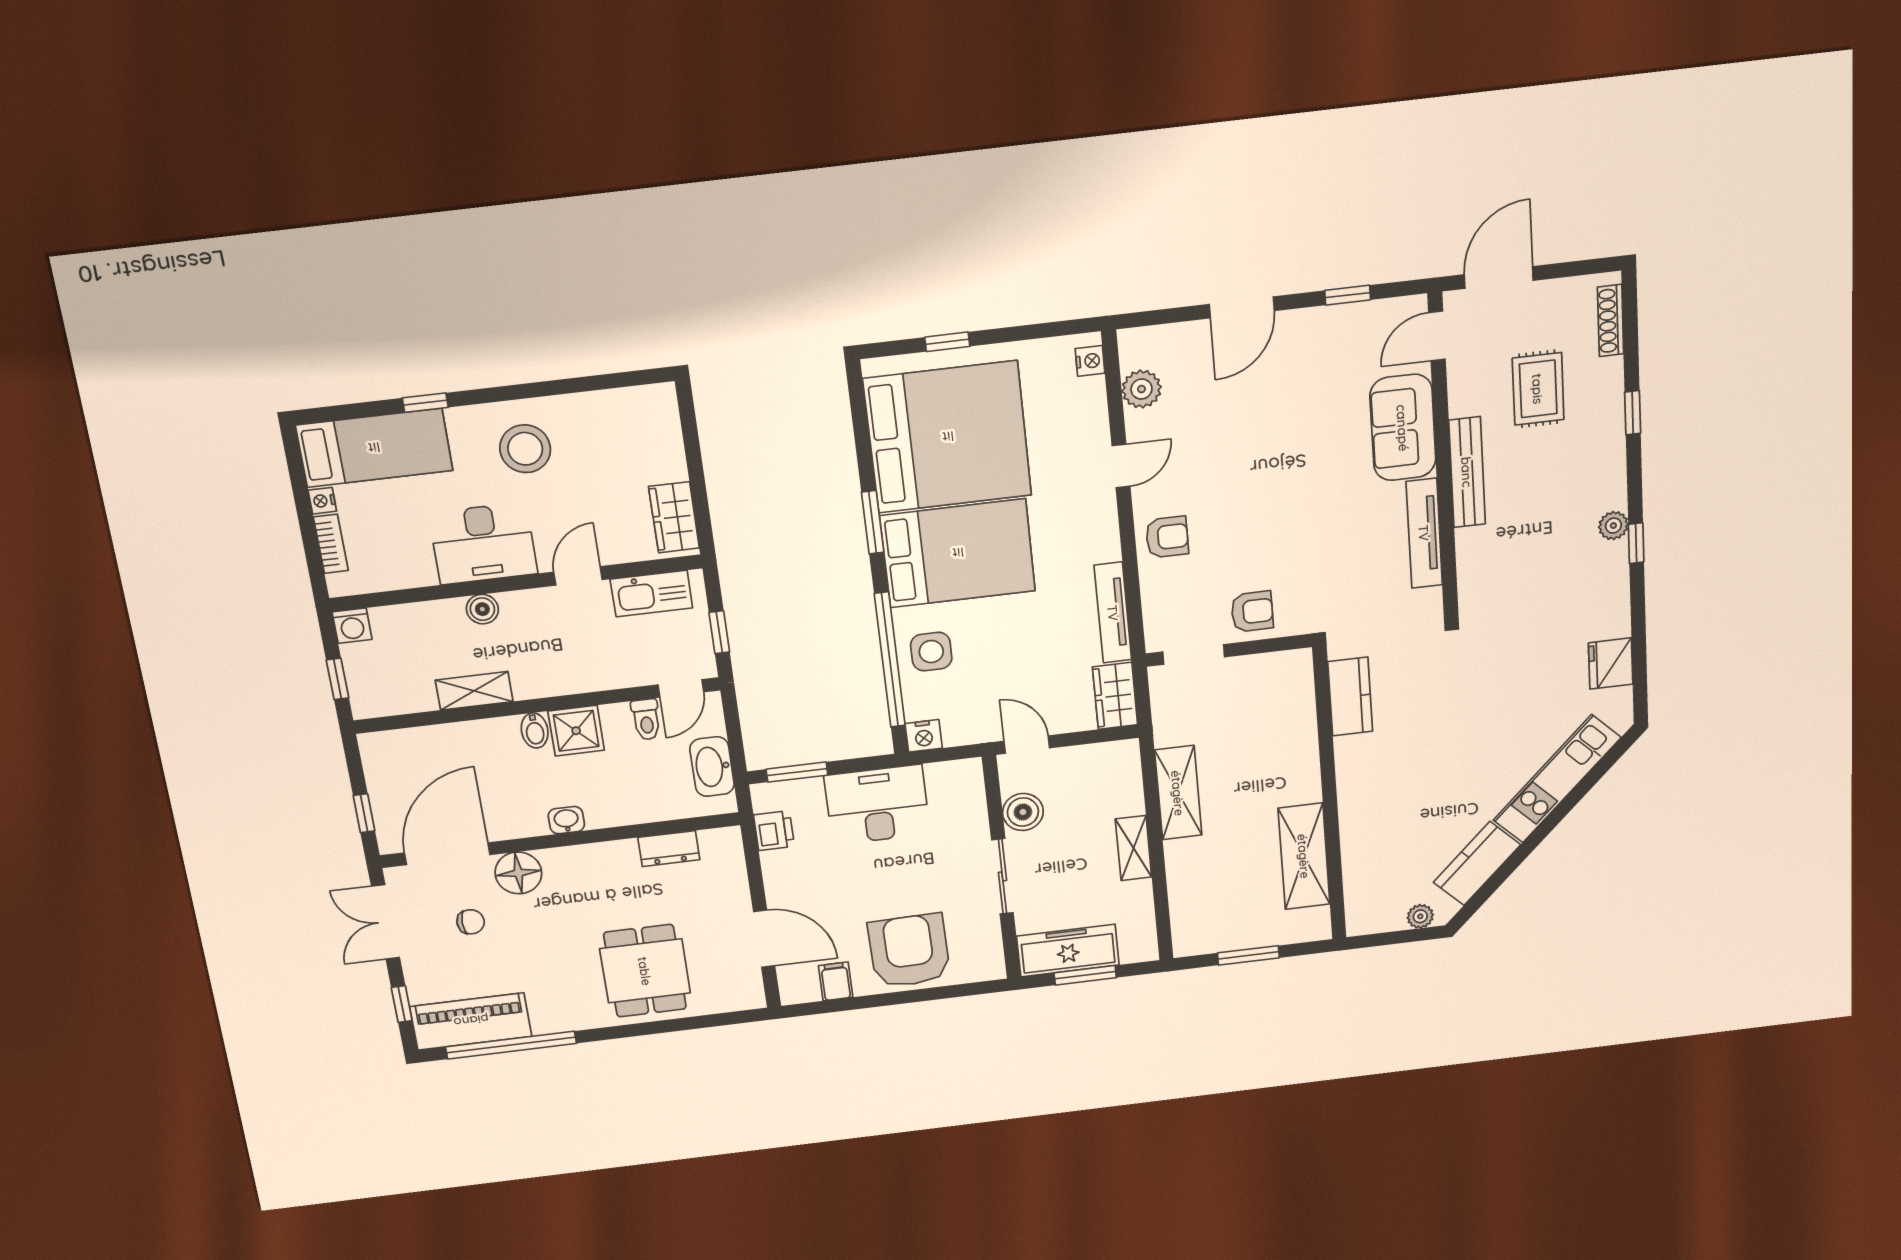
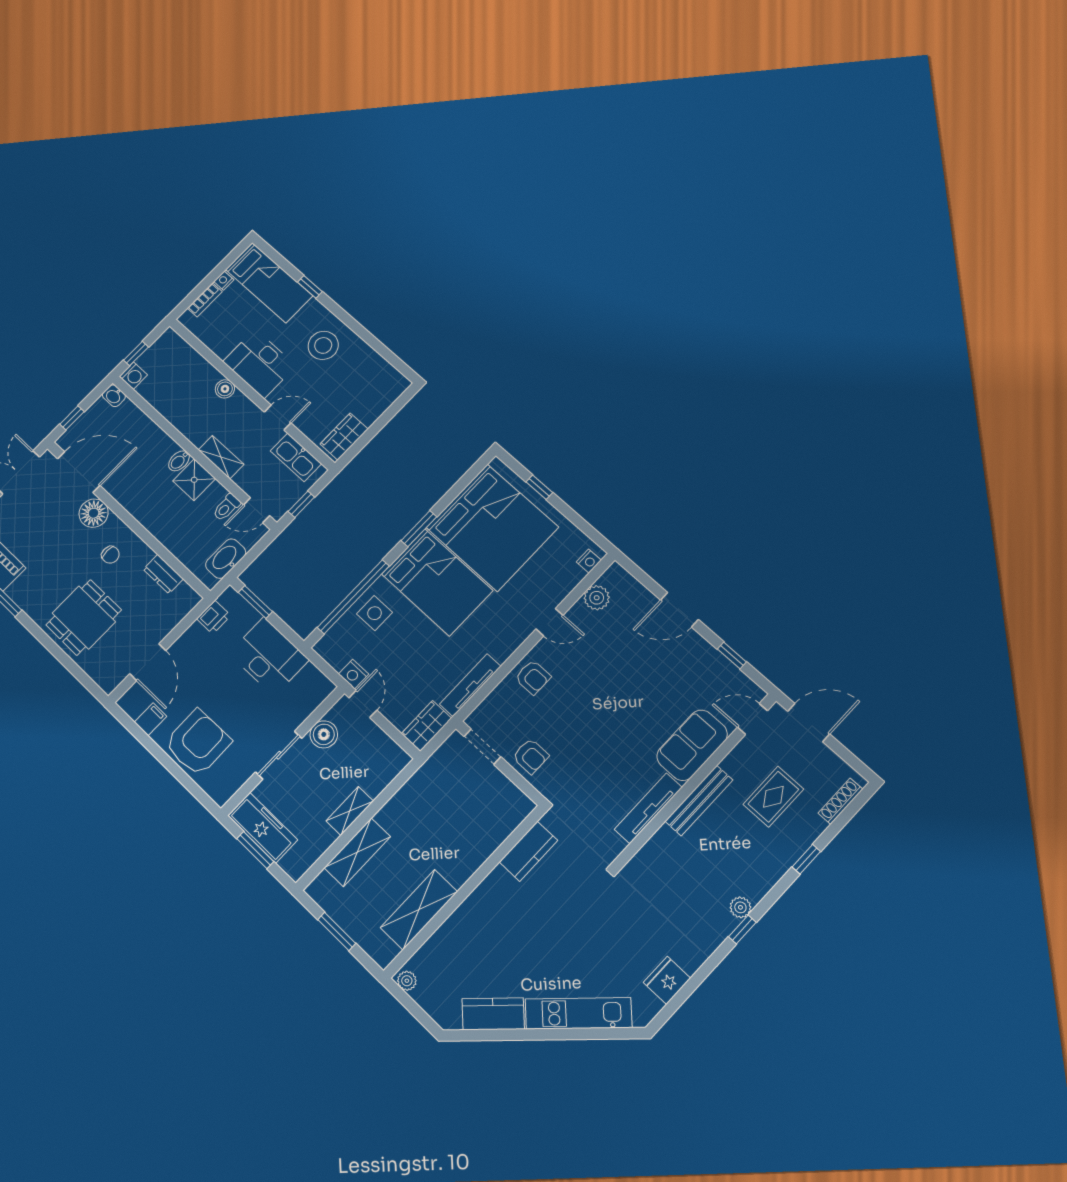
washing machine: (352, 626) -> (133, 376), moved, turned -90
shelving: (474, 691) -> (221, 457), moved
nightstand: (924, 736) -> (354, 674), moved
shelving: (1178, 793) -> (357, 852), moved
washbasin: (566, 820) -> (114, 396), moved, turned 180
plant: (1420, 916) -> (407, 981), moved
chair: (471, 922) -> (110, 555), moved

